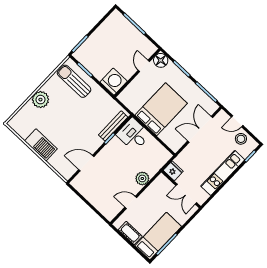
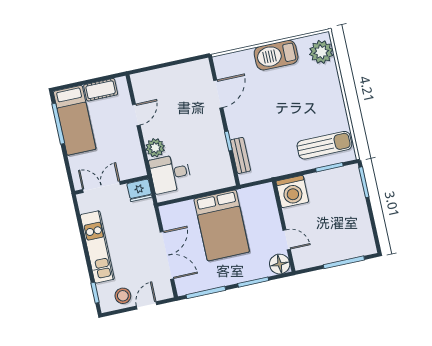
plant: (40, 100) -> (321, 52), moved
bench: (113, 126) -> (240, 155), width x0.73
desk: (133, 135) -> (170, 174), moved, turned 180

